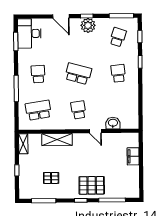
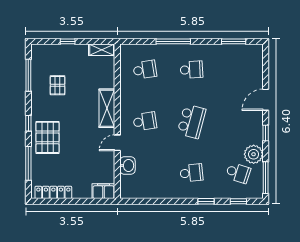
plant: (88, 25) -> (254, 154), moved
desk: (29, 33) -> (244, 59), removed
school desk: (38, 110) -> (145, 70), width x0.54
shelving: (57, 139) -> (107, 108), moved
filing cabinet: (133, 156) -> (103, 191), moved
locker: (134, 180) -> (53, 192), added

